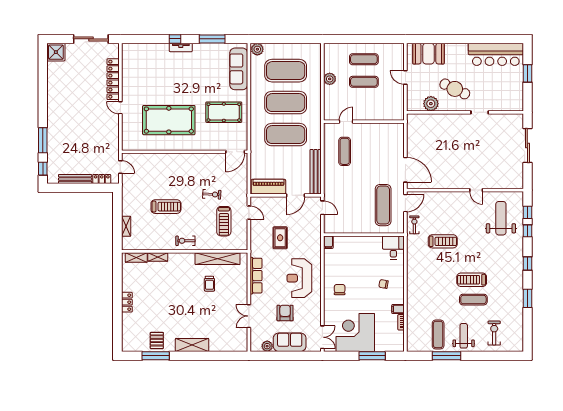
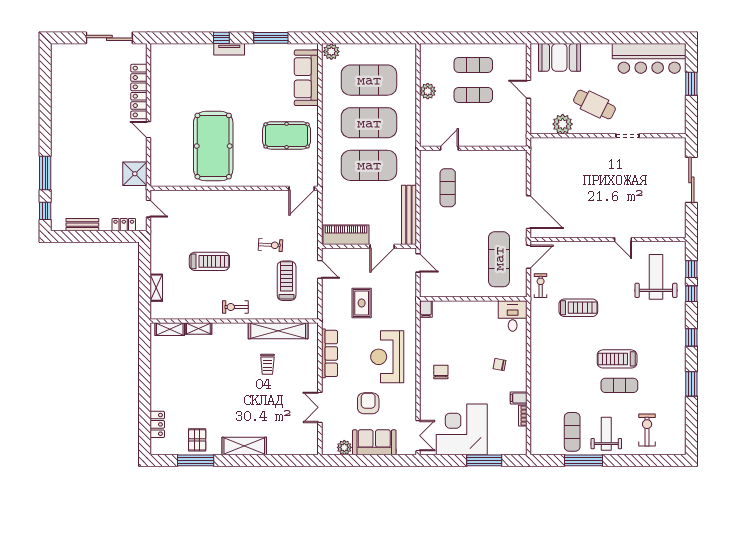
shower: (56, 52) -> (135, 174), moved
pool table: (169, 120) -> (213, 146), turned 90
bench: (75, 179) -> (82, 225), width x0.73
treadmill: (224, 221) -> (287, 281), turned 180
locker: (127, 302) -> (157, 424), moved

